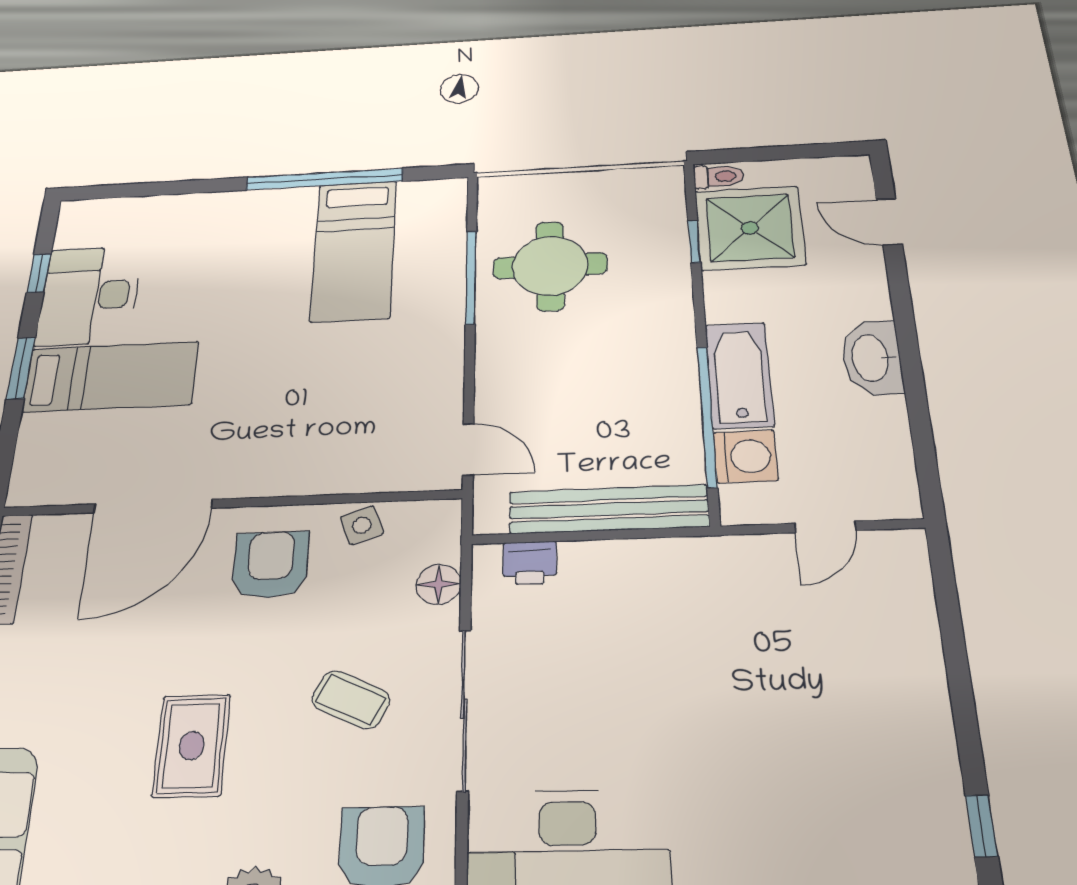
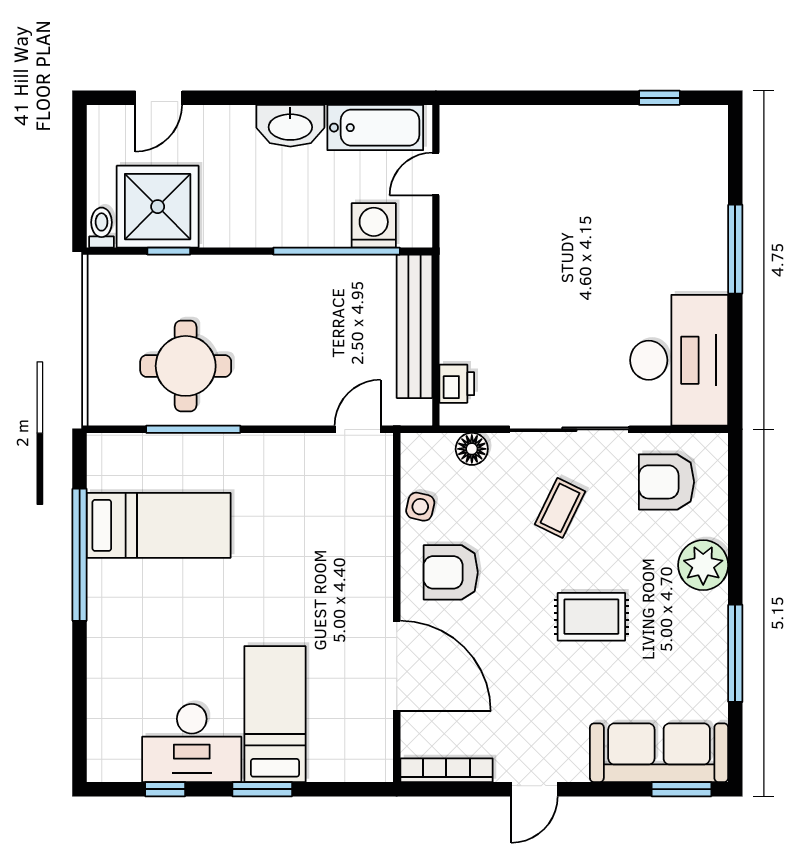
bathtub: (739, 375) -> (375, 128), moved, turned 180
side table: (362, 525) -> (420, 507), turned 33
door: (825, 527) -> (436, 174), swing flipped

